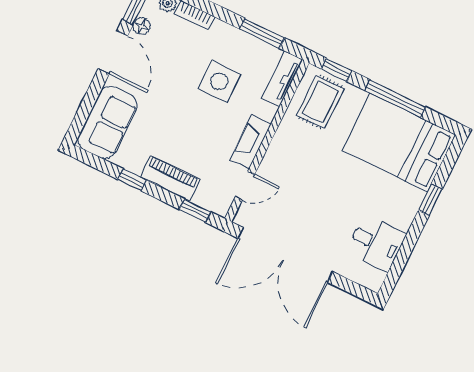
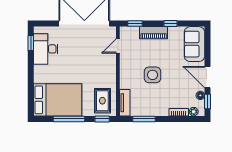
side table: (219, 81) -> (153, 75), moved
fireplace: (251, 142) -> (125, 67), removed
window: (430, 200) -> (31, 43), moved
desk: (376, 243) -> (46, 49), width x1.37

